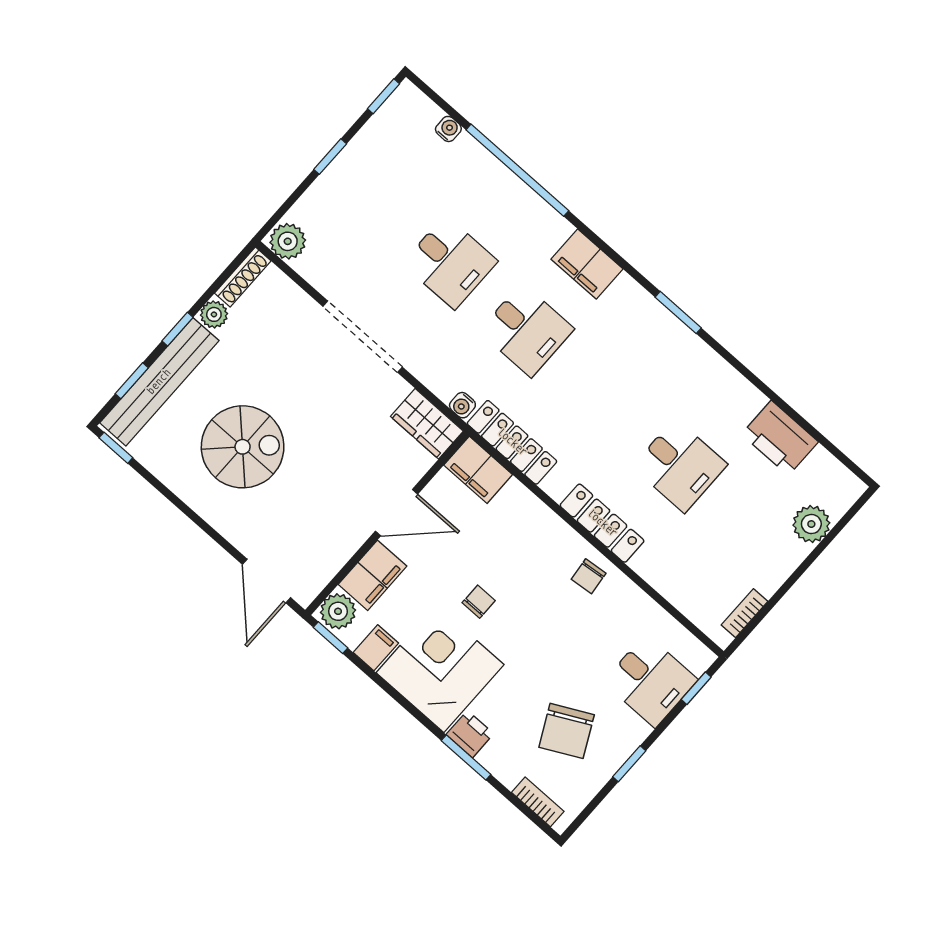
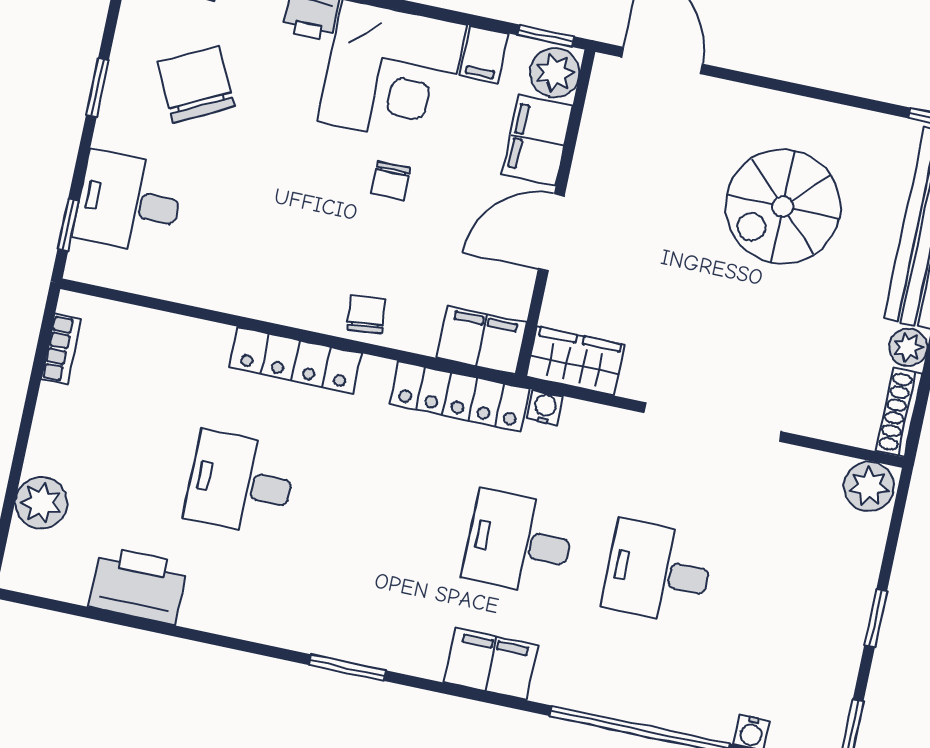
chair: (589, 576) -> (366, 314), moved

